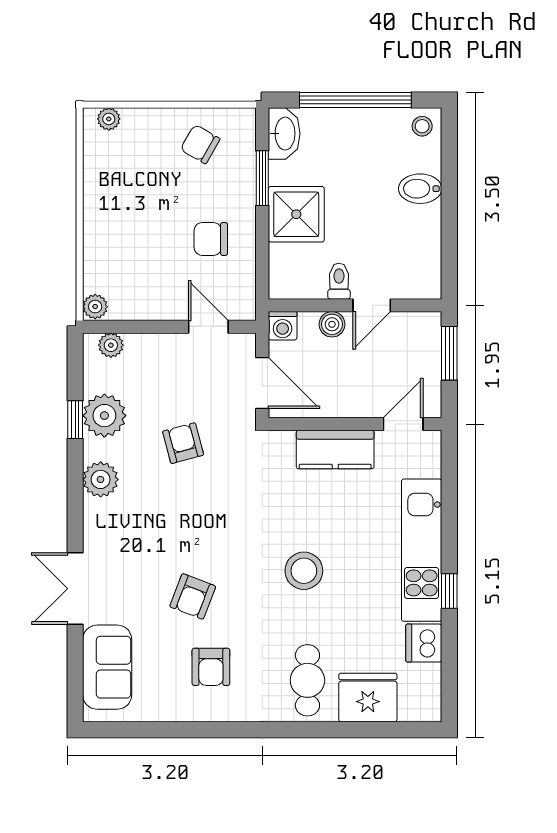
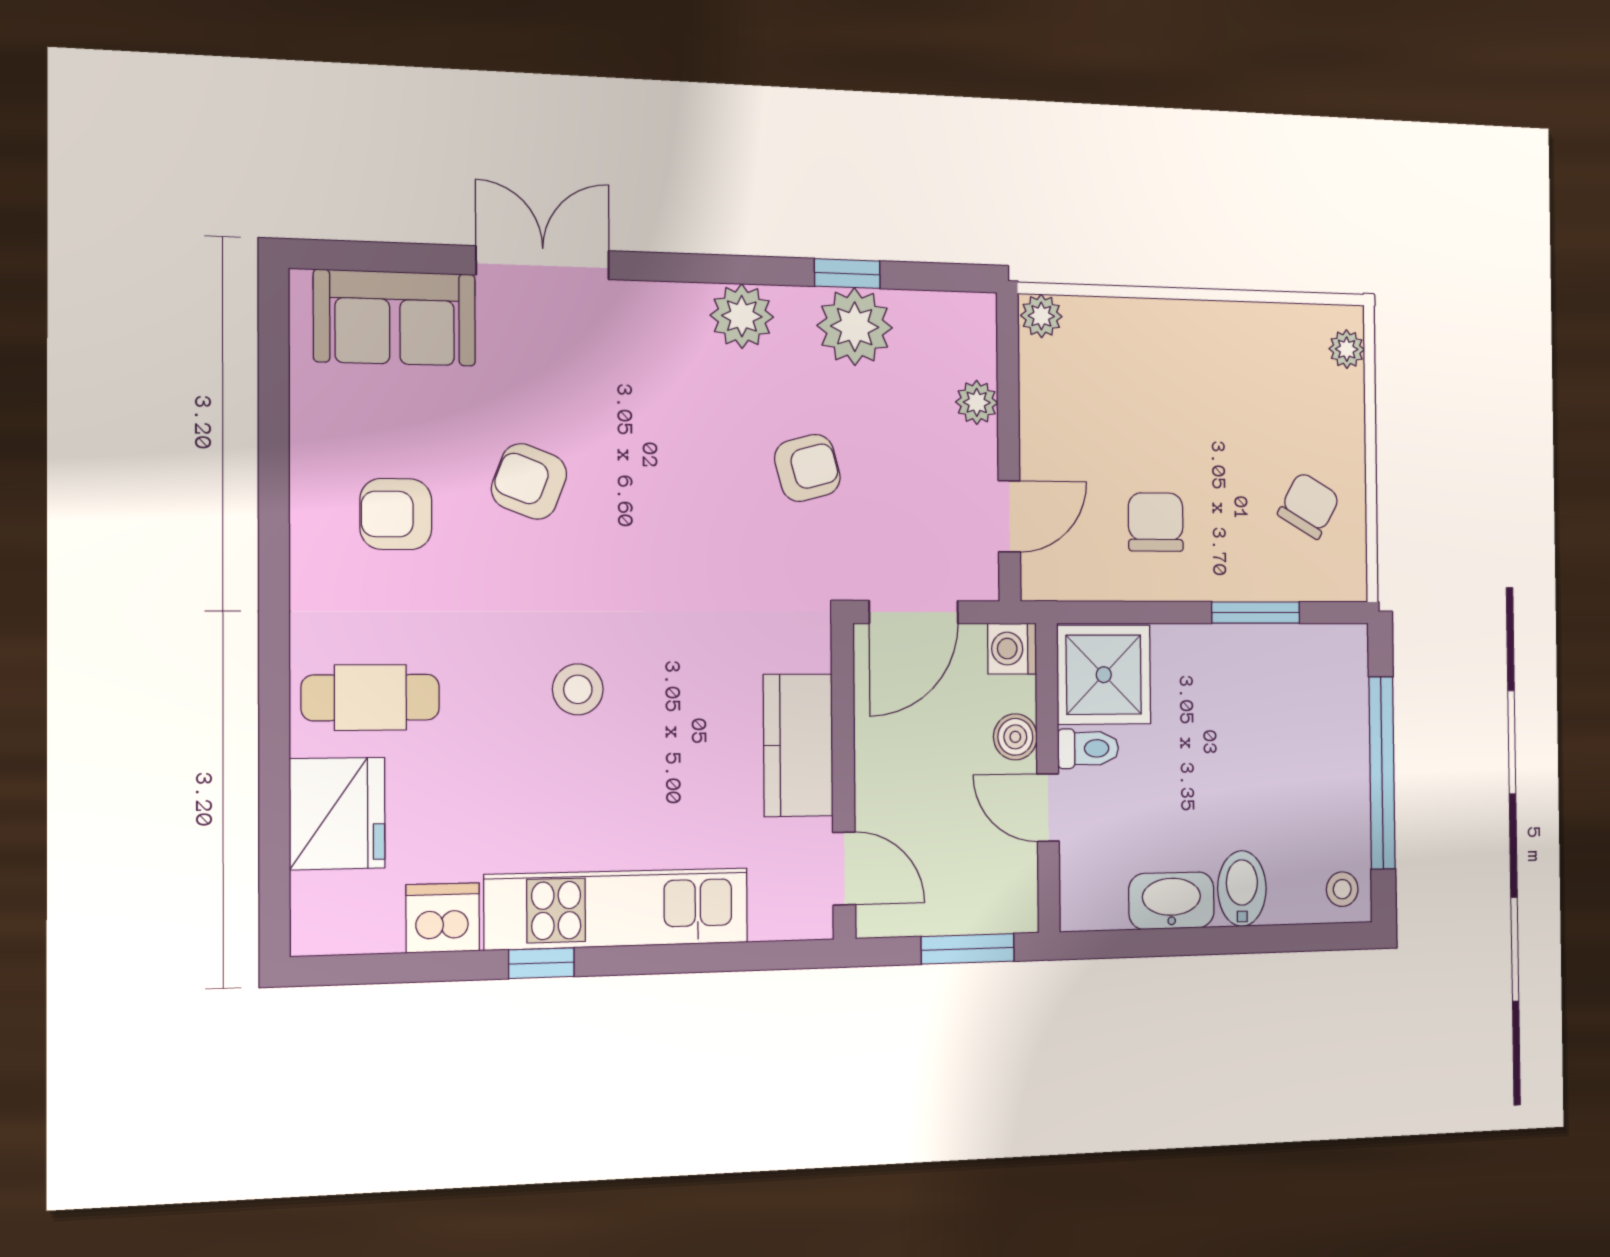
washbasin: (284, 134) -> (1171, 901), moved, turned 180
shower: (296, 214) -> (1104, 675), moved
plant: (111, 345) -> (977, 402), moved
stool: (304, 571) -> (578, 689), width x0.73, depth x0.73

